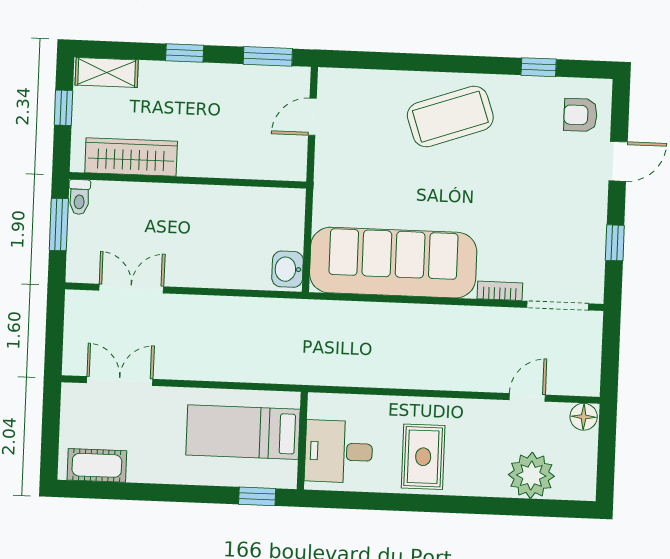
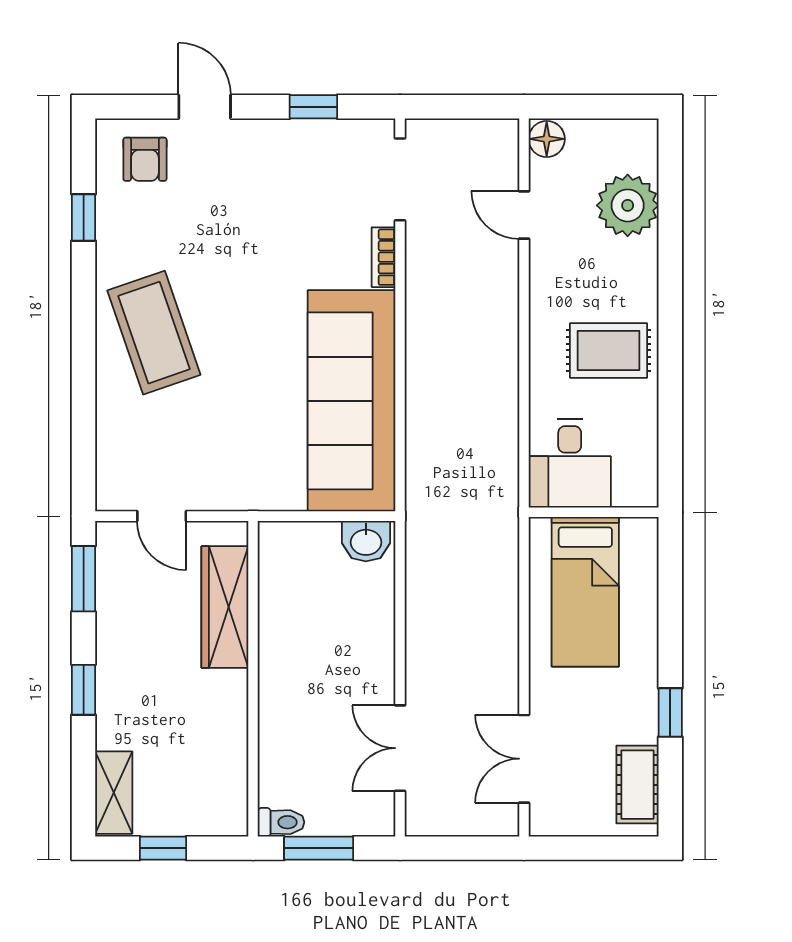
wardrobe: (131, 157) -> (225, 607), moved
desk: (339, 451) -> (570, 463), moved
window: (257, 496) -> (670, 713), moved

